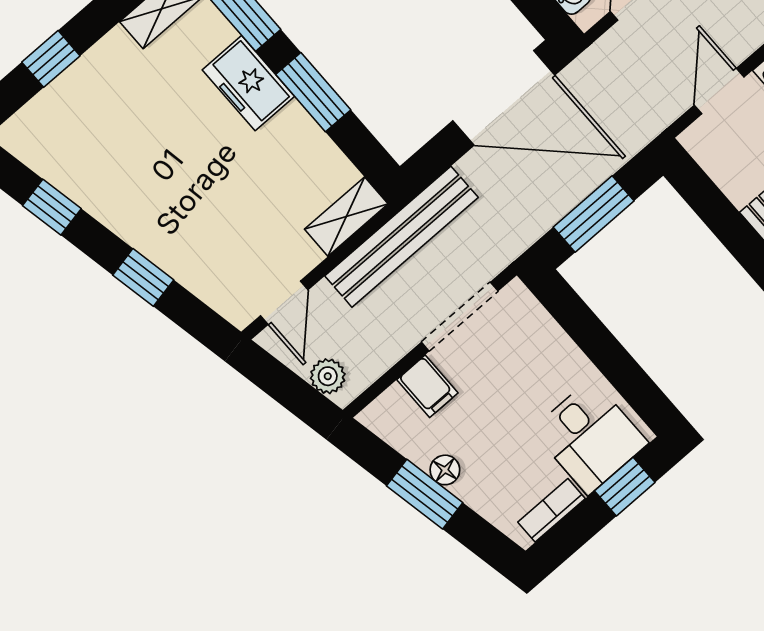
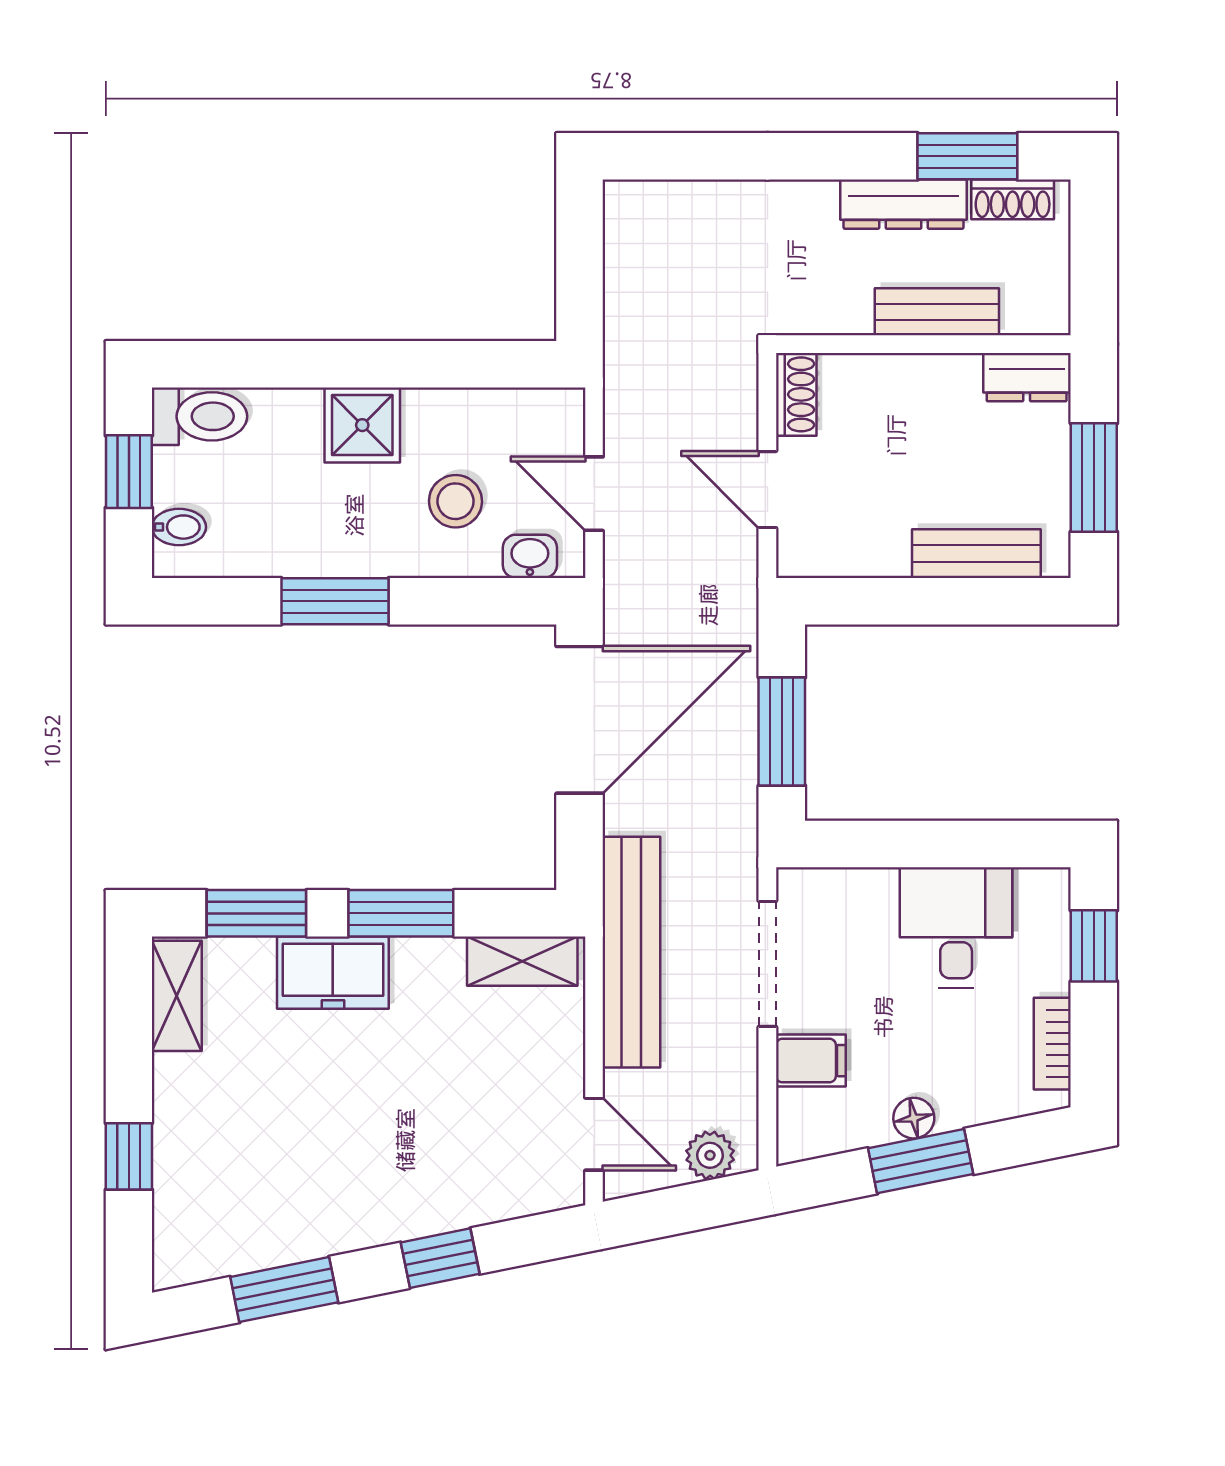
window: (52, 207) -> (284, 1290), width x1.50
shelving: (346, 217) -> (522, 961), moved, turned 90
desk: (590, 437) -> (956, 928), moved, turned -90

